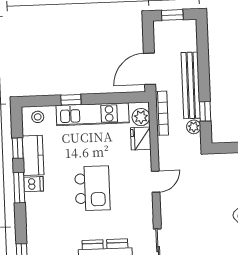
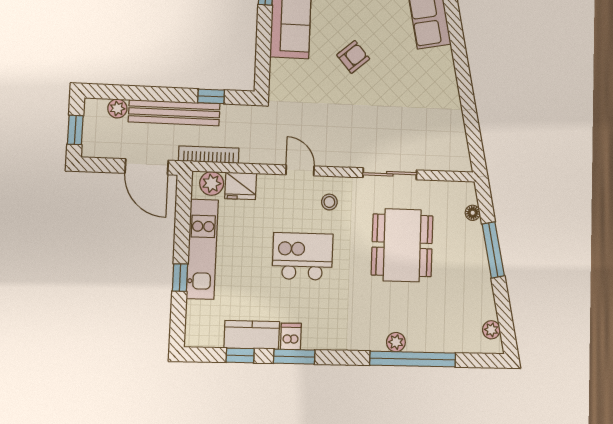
stool: (38, 117) -> (329, 202), moved
plant: (194, 127) -> (117, 108), moved

